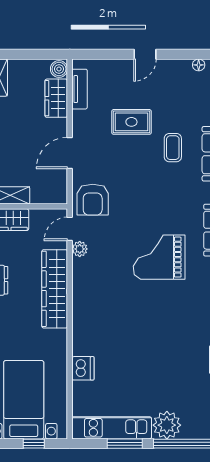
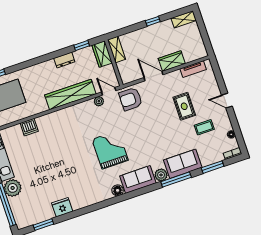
boiler: (59, 69) -> (201, 53), removed
wardrobe: (56, 98) -> (172, 61), moved
coffee table: (173, 148) -> (204, 127), moved

